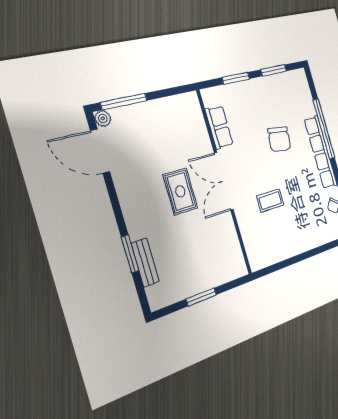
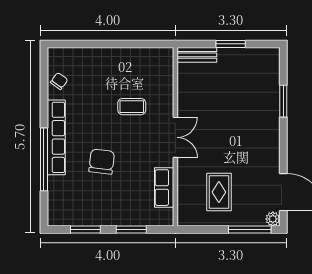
double door: (224, 181) -> (175, 137), width x0.73
rug: (180, 191) -> (219, 192), moved
bench: (145, 262) -> (197, 55), moved, turned 90

